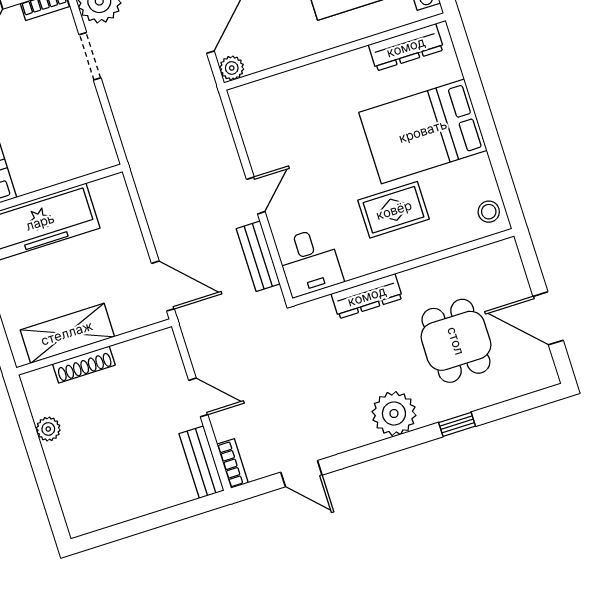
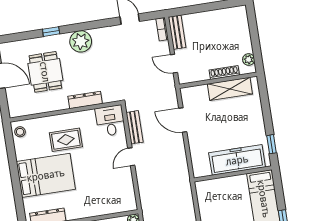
shelving: (67, 333) -> (230, 89), moved
wall: (94, 347) -> (218, 80), moved
shoe rack: (84, 364) -> (224, 73), moved

